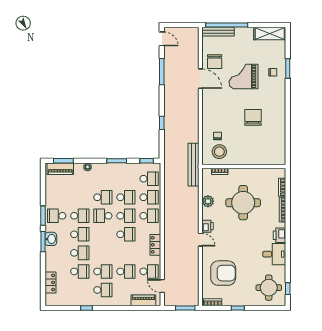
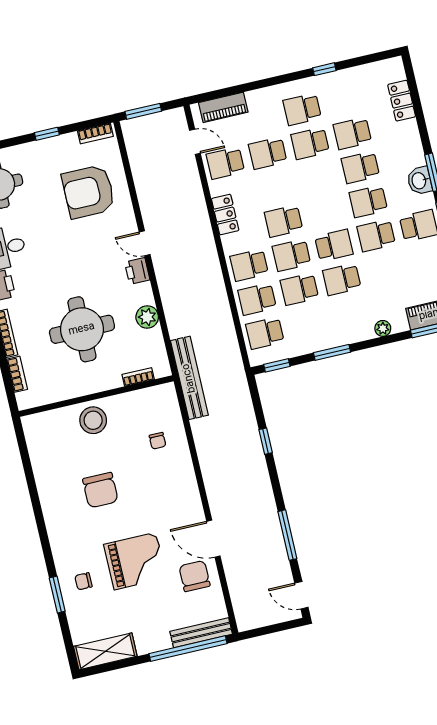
stool: (219, 152) -> (93, 420), moved

